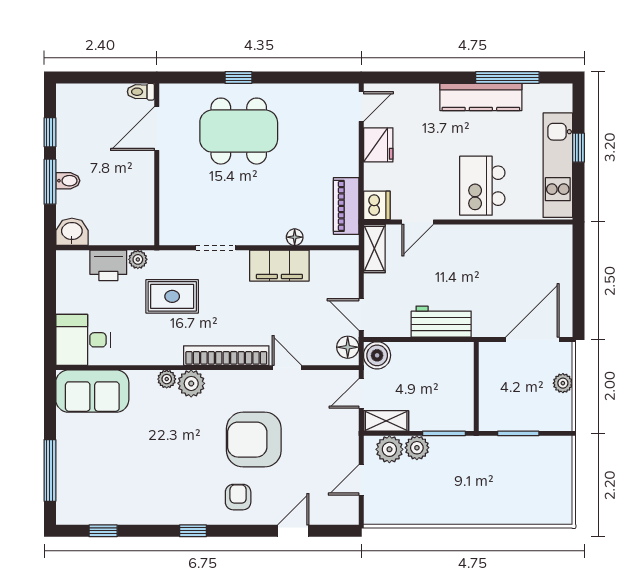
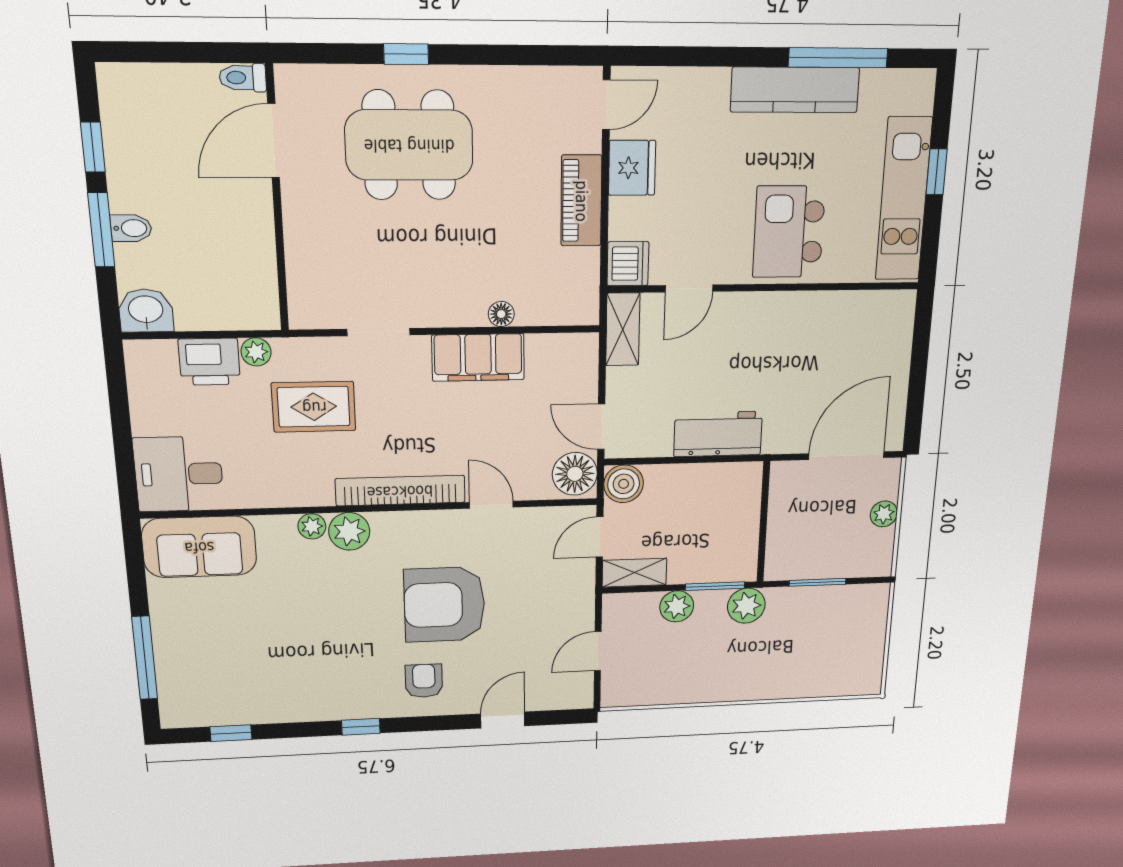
piano: (346, 206) -> (581, 201), moved
floor lamp: (348, 347) -> (575, 474), width x1.38, depth x1.38
plant: (389, 449) -> (746, 606), moved

